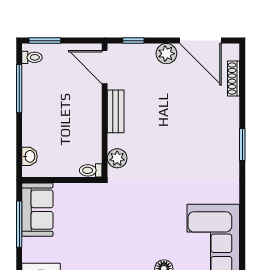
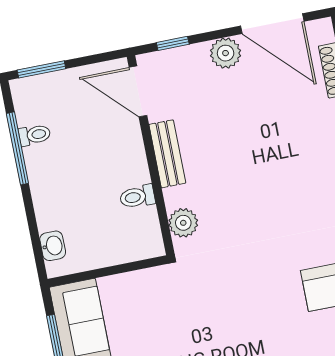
toilet: (32, 57) -> (35, 135), moved
toilet: (91, 170) -> (137, 197), moved

